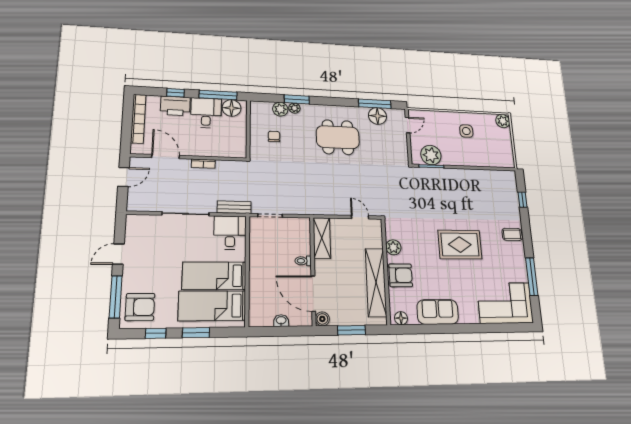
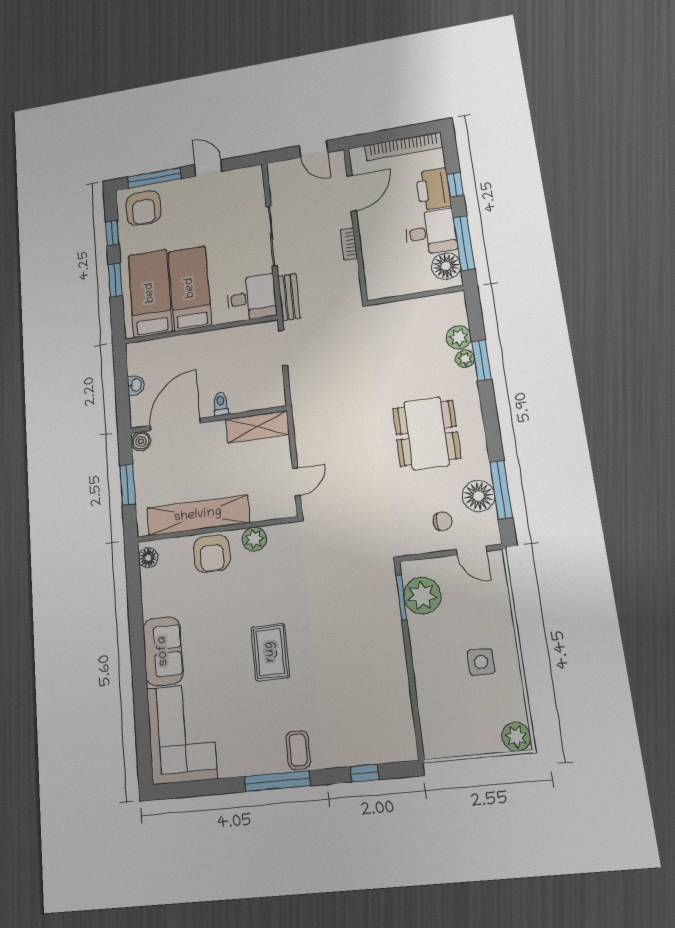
chair: (274, 136) -> (442, 521), moved
rug: (460, 245) -> (270, 652), width x0.73, depth x0.70
window: (532, 277) -> (277, 781), moved
sofa: (438, 312) -> (163, 651), moved

